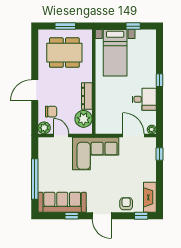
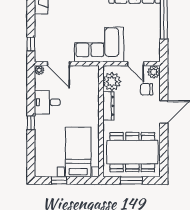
dining table: (64, 53) -> (132, 152), width x1.36, depth x1.24

